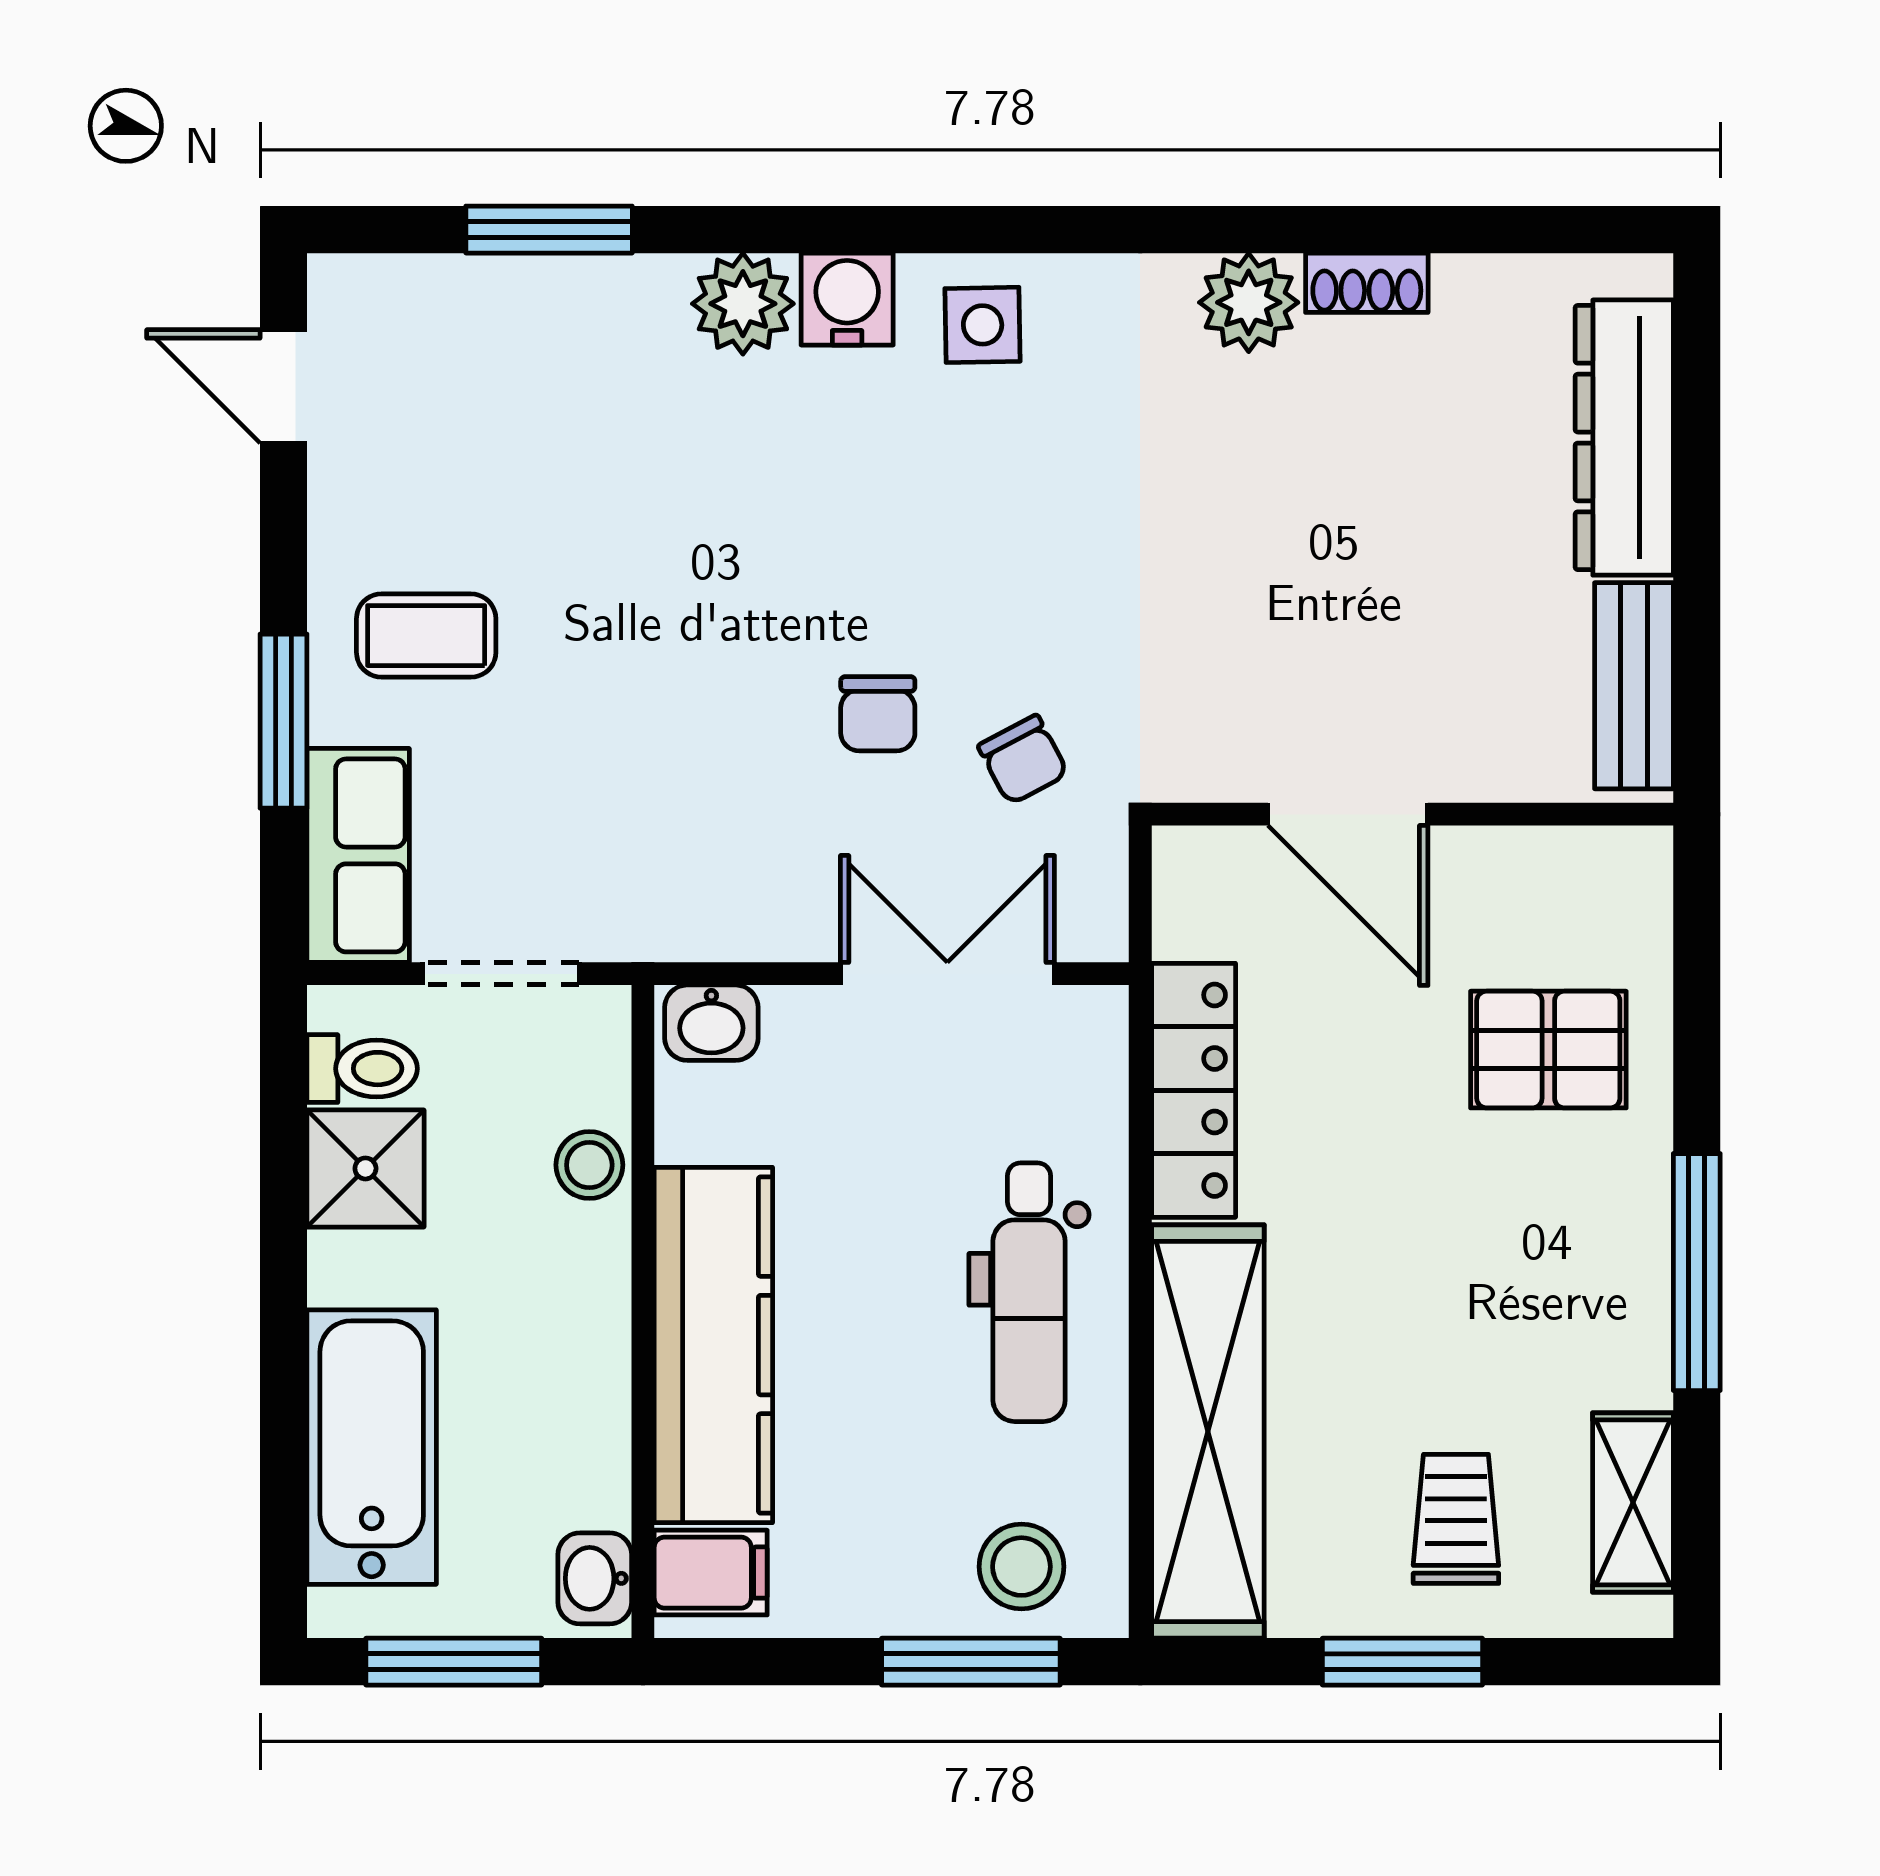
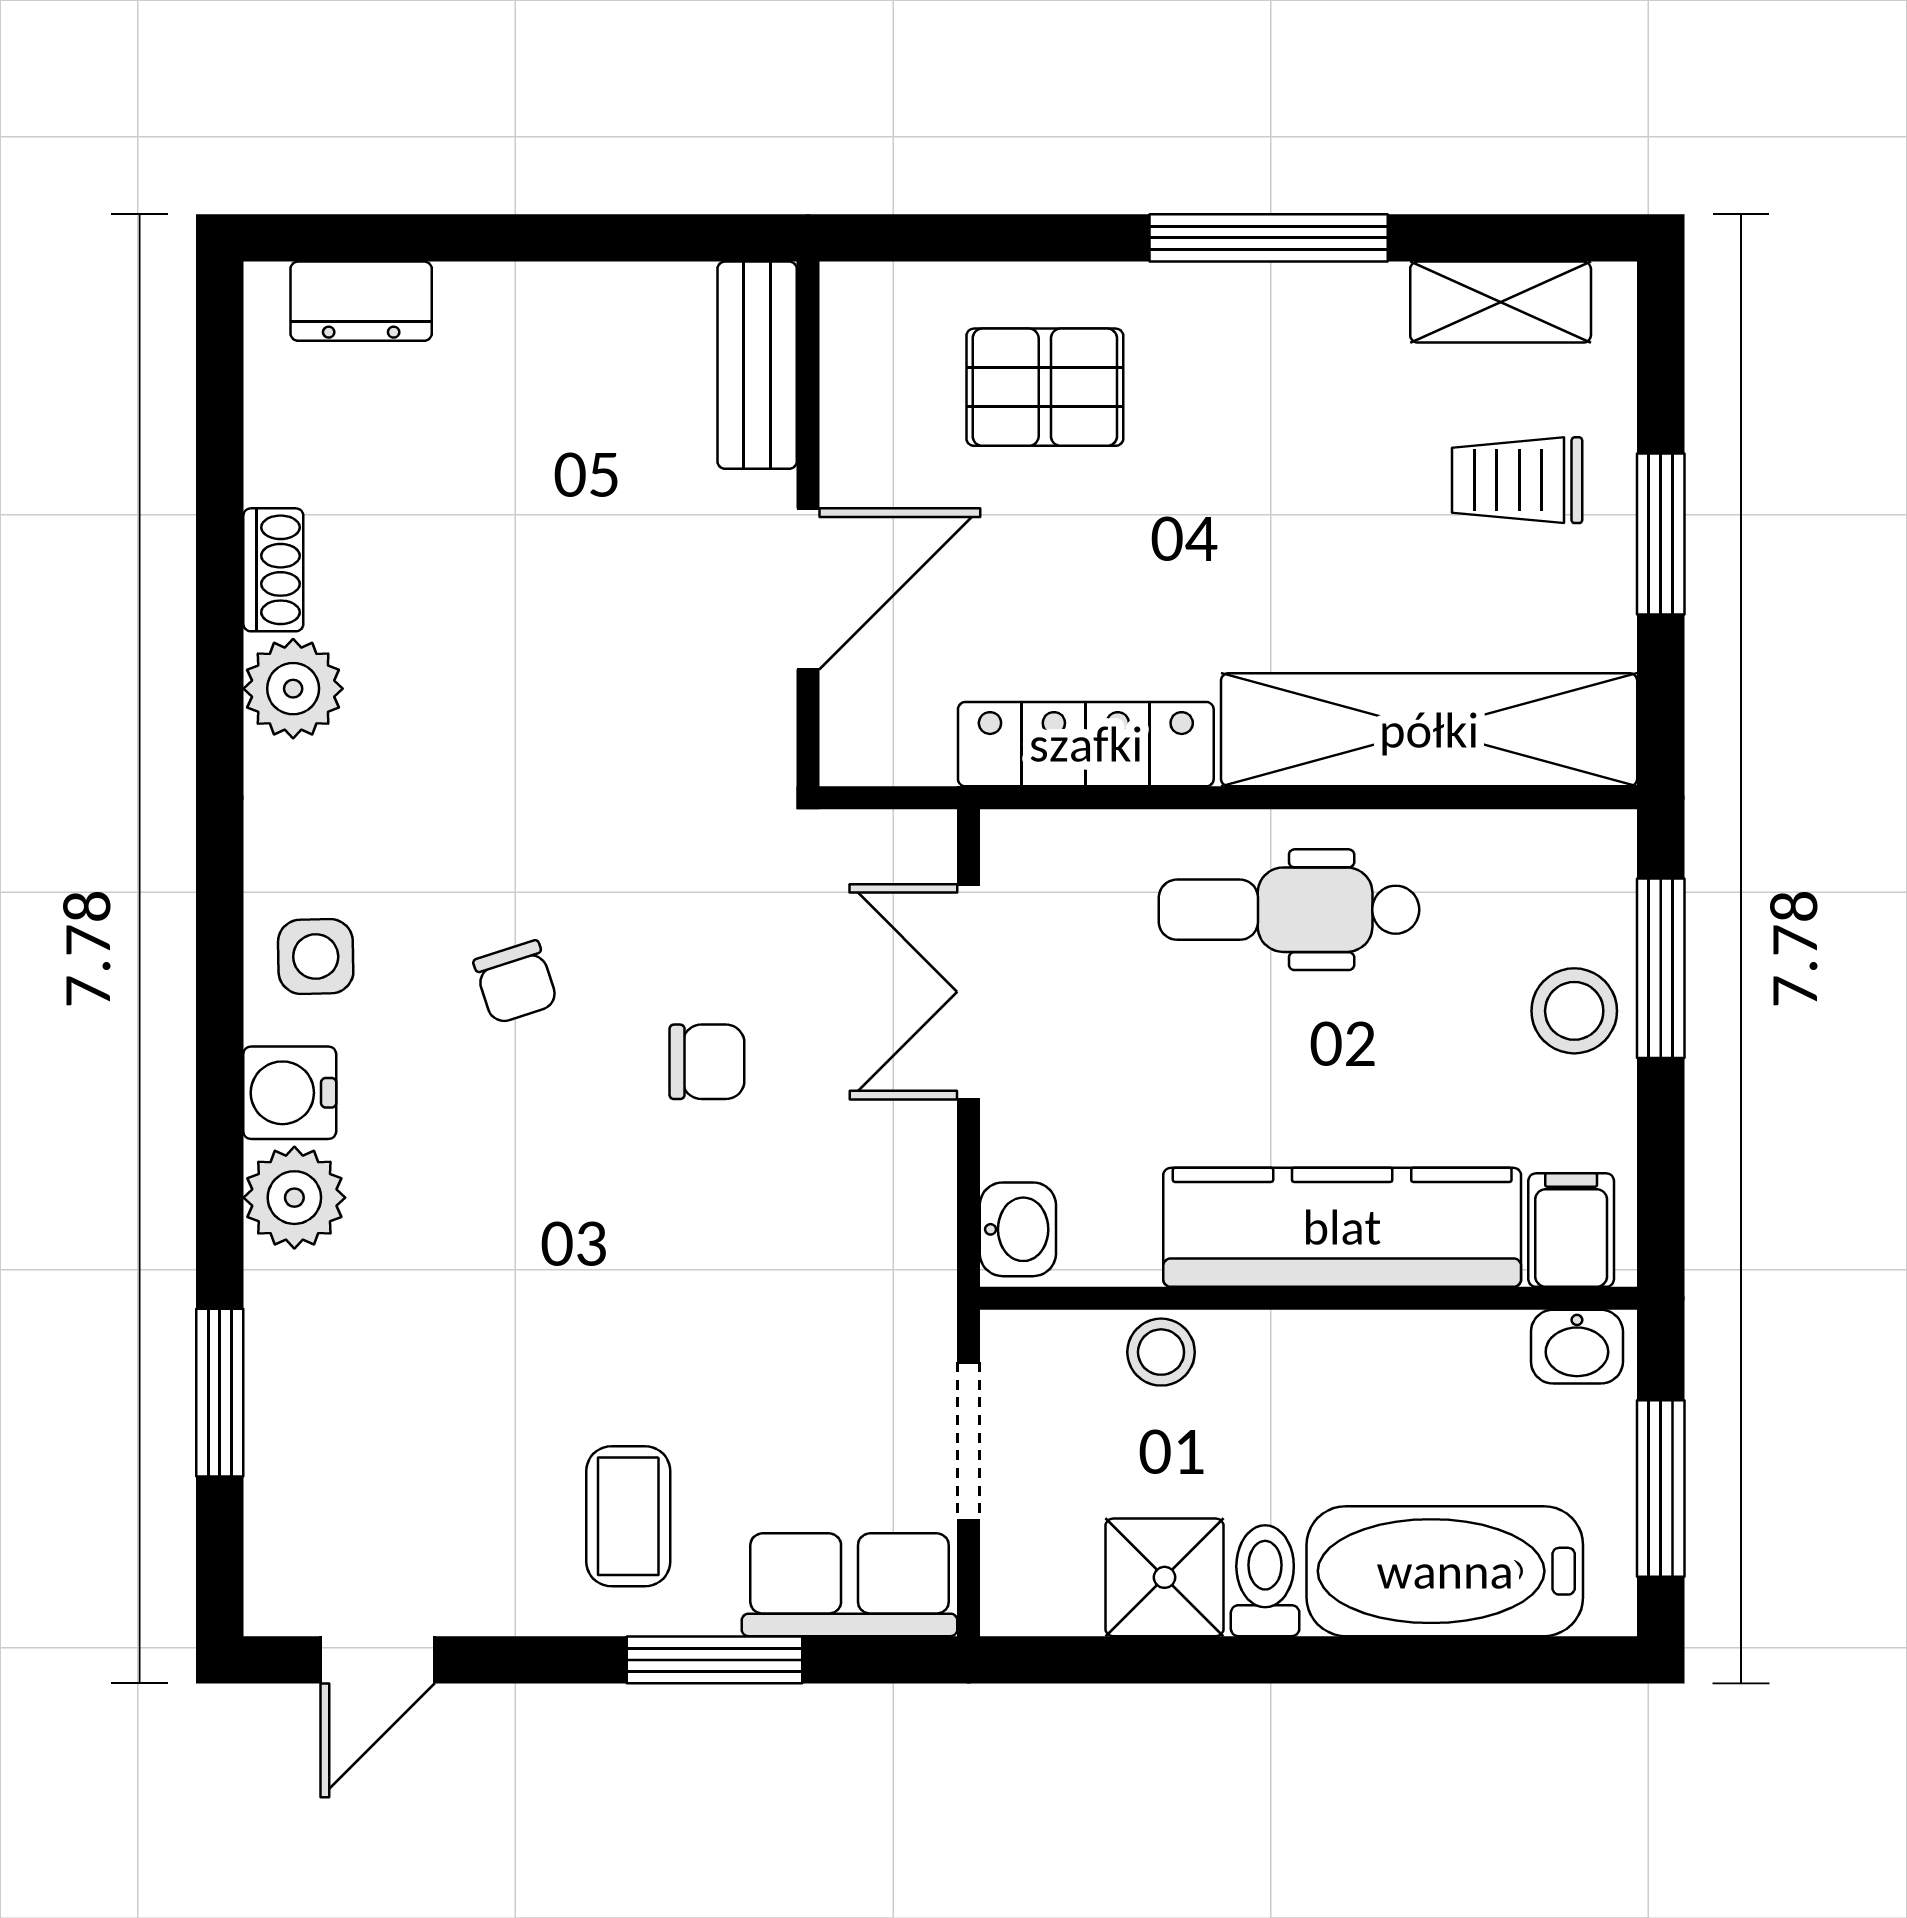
dresser: (1624, 438) -> (361, 301), width x0.51, depth x0.80
bench: (1634, 686) -> (757, 365), moved, turned 90
chair: (1023, 760) -> (516, 982), moved, turned 100
pallet: (1548, 1050) -> (1045, 387), turned 90
toilet: (362, 1069) -> (1265, 1581), moved
dental chair: (1029, 1292) -> (1289, 910), turned 180
stool: (1021, 1567) -> (1574, 1011), moved

